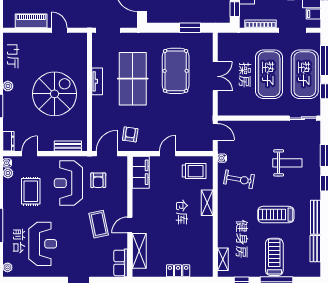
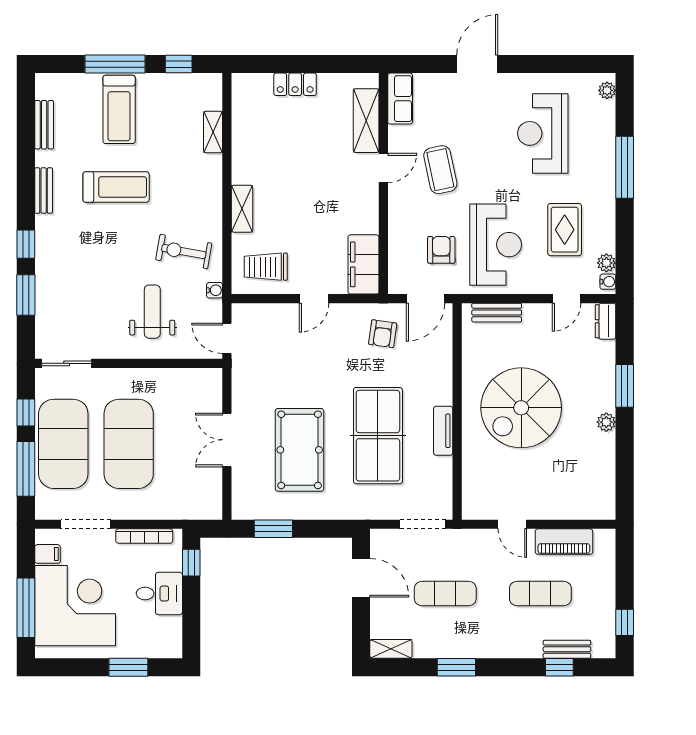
weight bench: (287, 163) -> (152, 312), moved, turned 90
bench: (316, 217) -> (44, 191), width x0.73
shelving: (223, 259) -> (213, 132), moved

